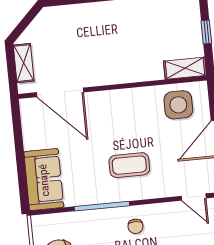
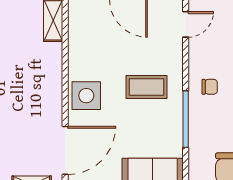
side table: (178, 105) -> (86, 96), moved
coffee table: (129, 165) -> (146, 87), turned 90

